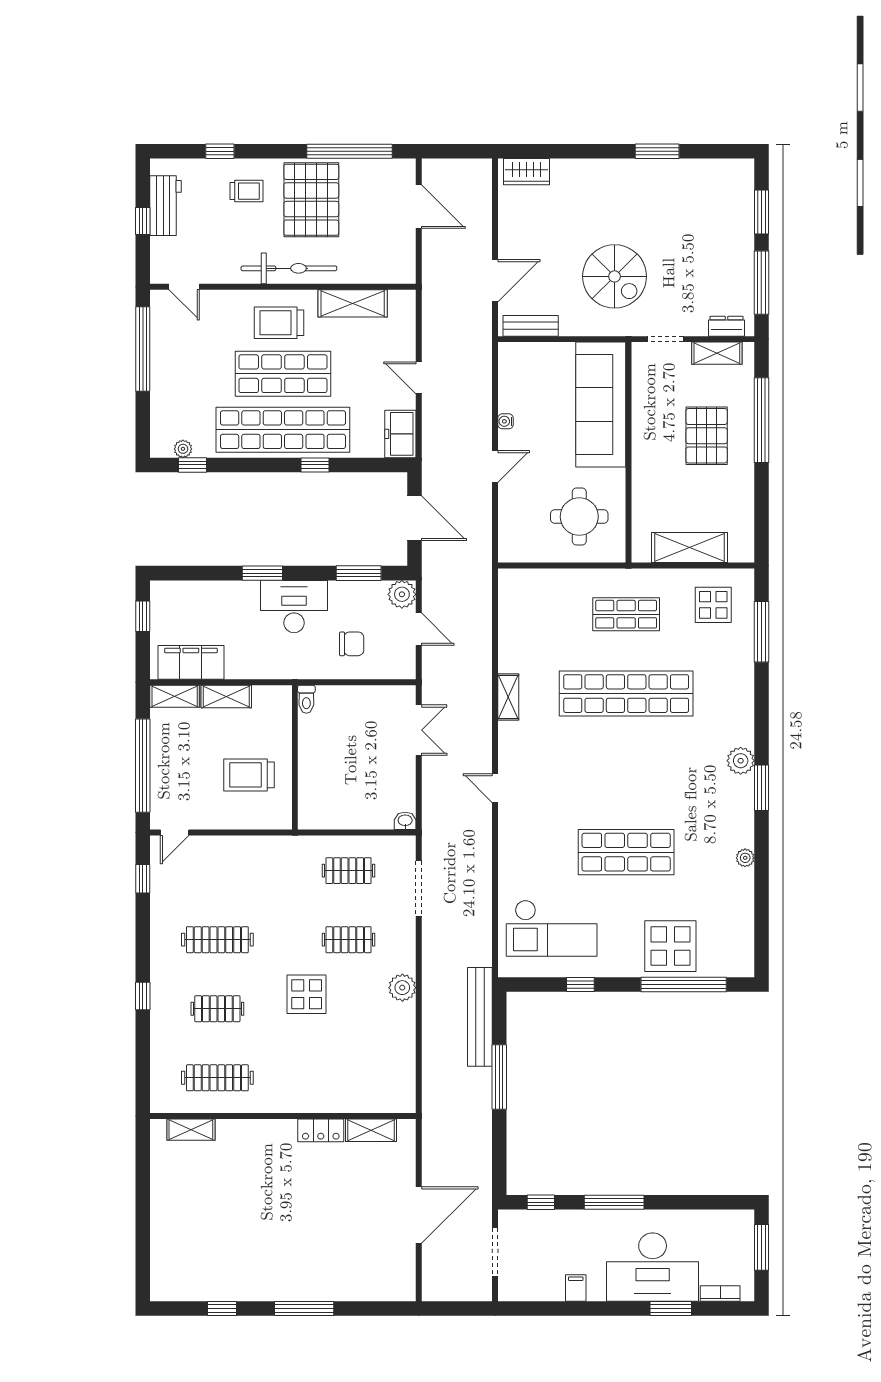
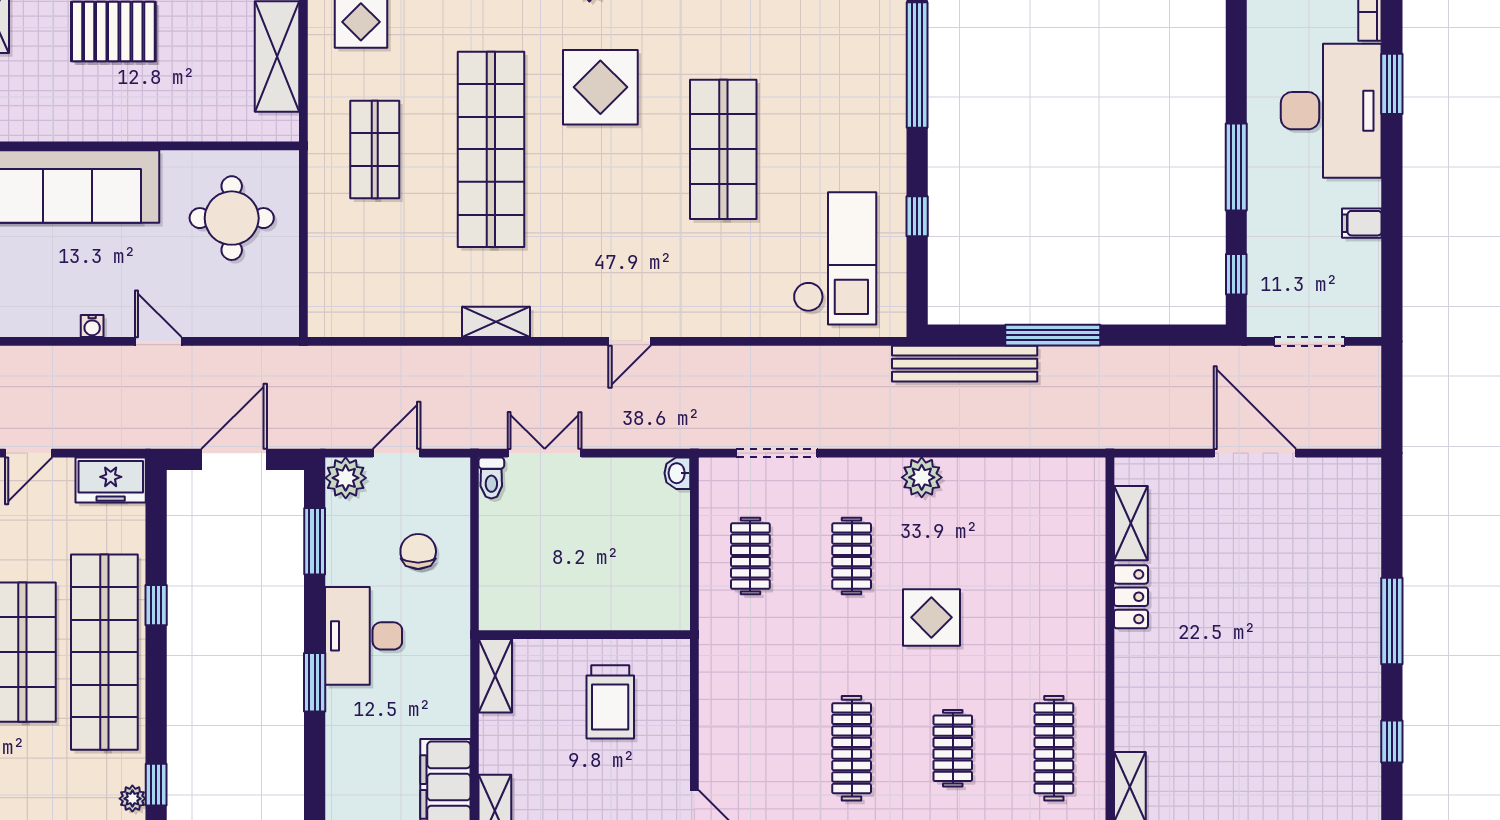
shelving: (226, 696) -> (495, 676), moved
toilet: (306, 699) -> (491, 478), moved, turned 90
display table: (670, 946) -> (600, 87), moved

